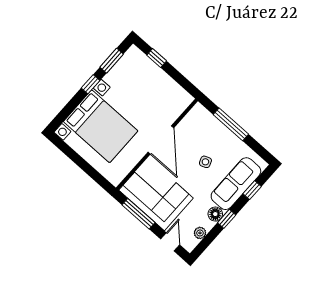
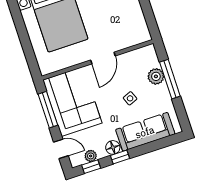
plant: (217, 129) -> (156, 76), added
door: (161, 140) -> (103, 58), width x0.73
window: (252, 190) -> (91, 167), moved
door: (170, 242) -> (61, 149), hinge flipped

